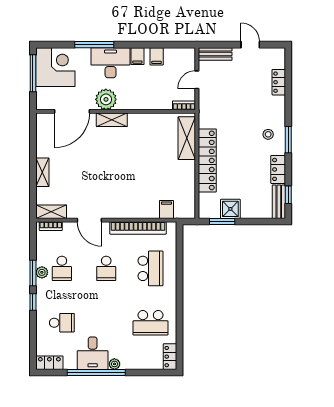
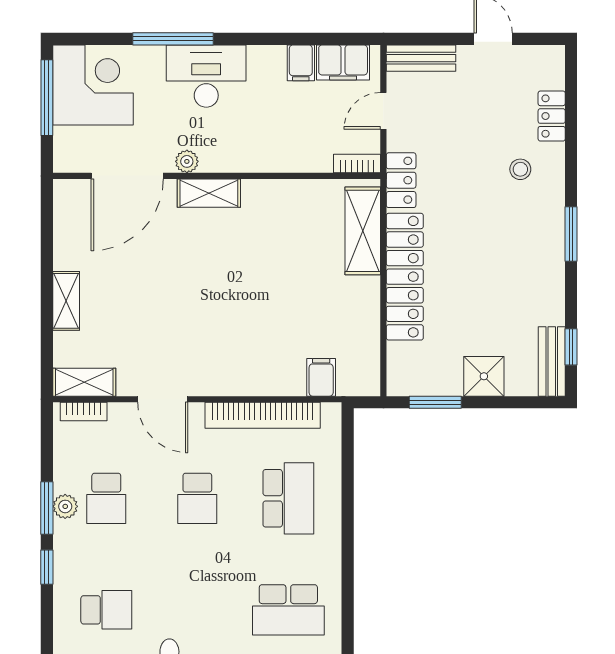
filing cabinet: (137, 56) -> (343, 62), moved, width x2.00
plant: (106, 99) -> (187, 161), width x0.53, depth x0.53
stool: (268, 134) -> (520, 169), moved
locker: (278, 169) -> (401, 180), moved, turned 180
shower: (230, 209) -> (484, 376), moved

